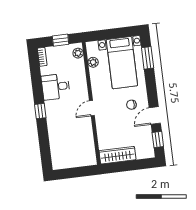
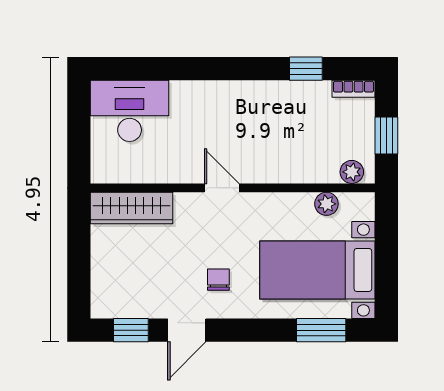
desk: (56, 87) -> (130, 111), moved, width x1.37
window: (40, 111) -> (306, 69), moved
door: (155, 115) -> (187, 330), swing flipped
wardrobe: (118, 155) -> (132, 208), moved, turned 90

